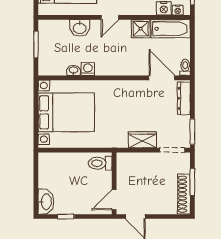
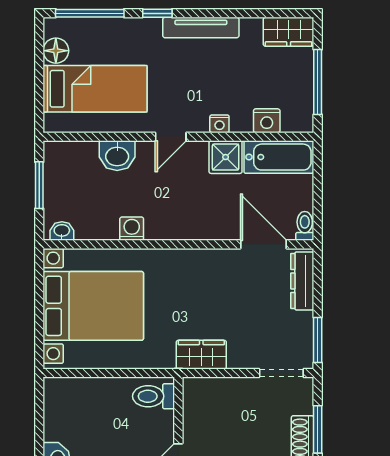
nightstand: (178, 10) -> (219, 124), moved
washbasin: (74, 70) -> (62, 231), moved
wardrobe: (142, 140) -> (201, 355), moved

